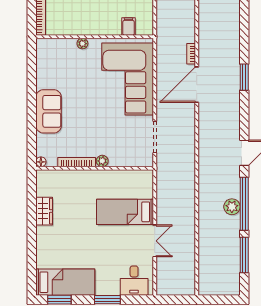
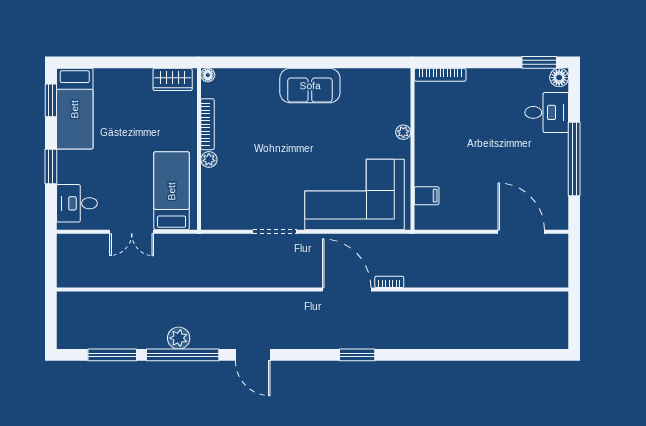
plant: (102, 161) -> (209, 159), moved
floor lamp: (41, 162) -> (208, 75), moved
bookcase: (77, 162) -> (207, 124), moved
wall: (95, 168) -> (199, 149), moved

